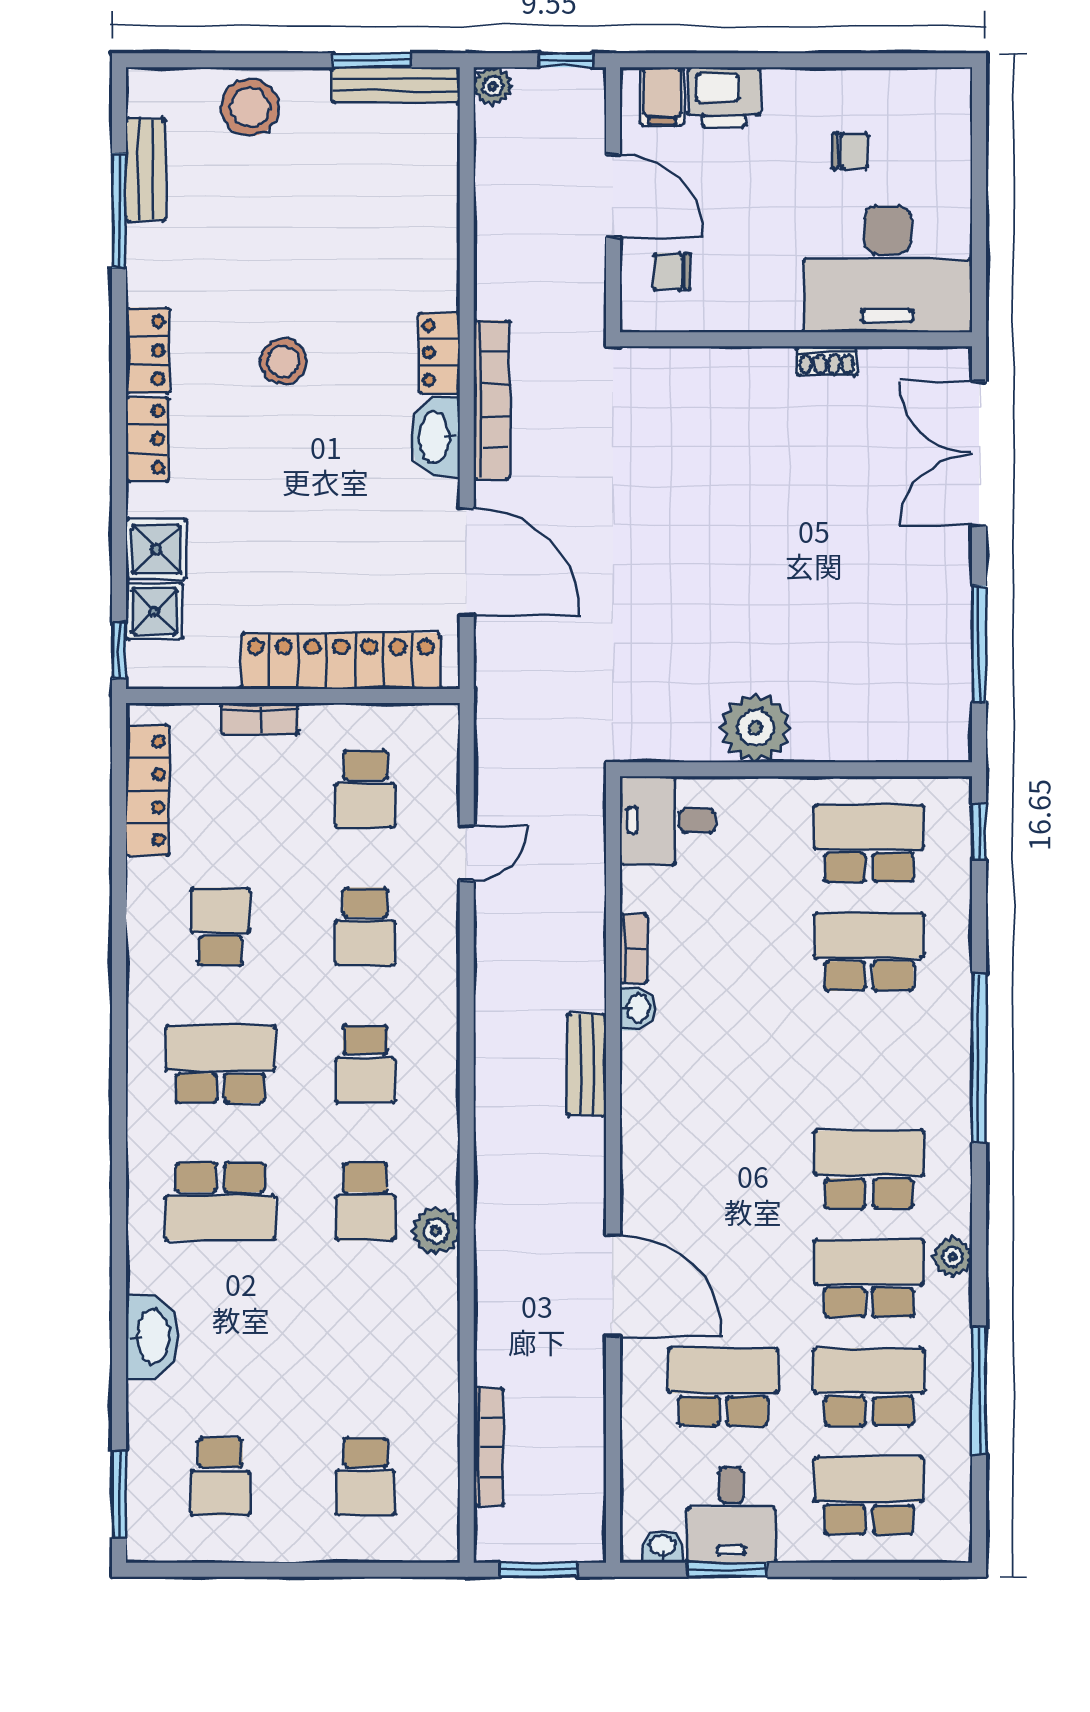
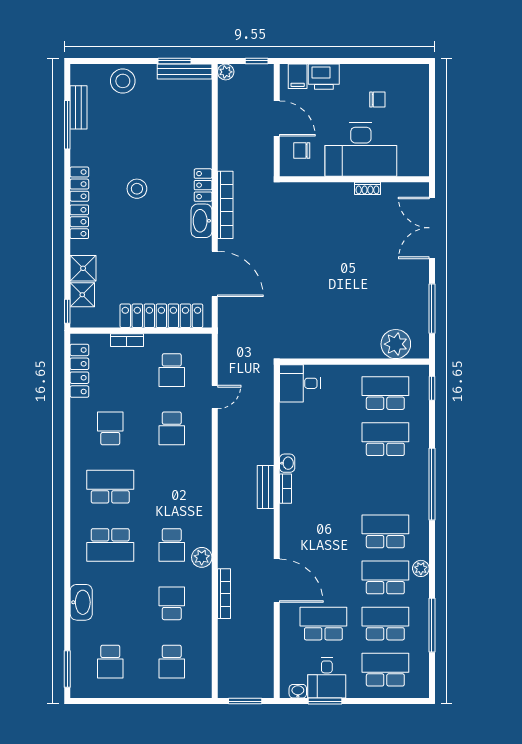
desk: (888, 269) -> (361, 150), moved
plant: (756, 728) -> (396, 344), moved
bookcase: (634, 949) -> (286, 489), moved
school desk: (365, 1064) -> (172, 603), moved, turned 180
bookcase: (489, 1447) -> (224, 594), moved

